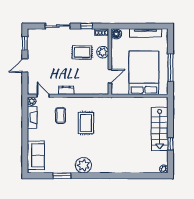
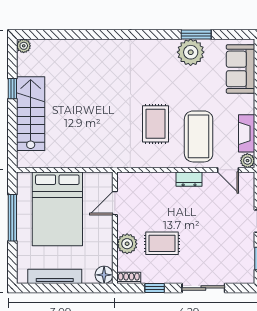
coffee table: (61, 116) -> (199, 136), width x1.86, depth x1.72
plant: (83, 165) -> (191, 52), moved

